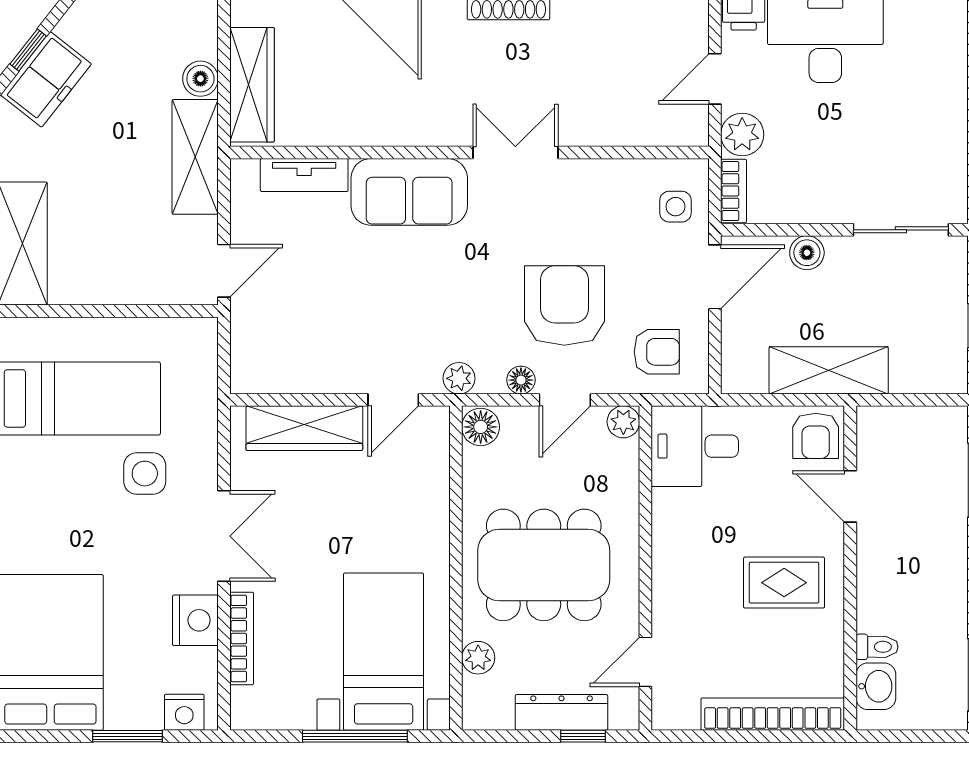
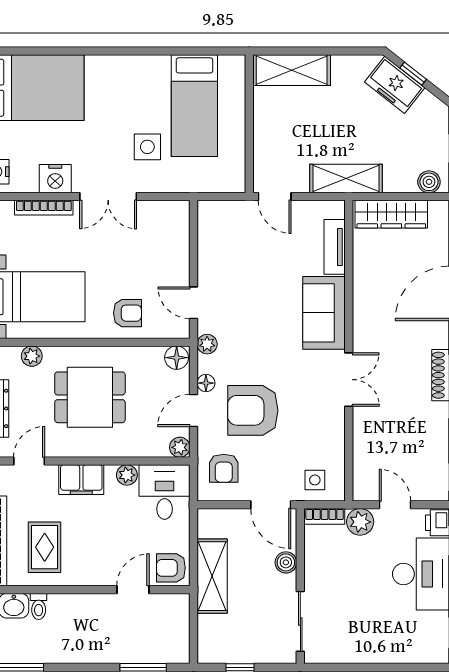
boiler: (200, 79) -> (429, 182), moved
armchair: (564, 305) -> (253, 410), turned 180
door: (565, 400) -> (194, 411), hinge flipped
wardrobe: (304, 428) -> (176, 247), removed
armchair: (410, 505) -> (127, 313), added
plant: (668, 506) -> (127, 475), added
dining table: (544, 565) -> (90, 397), width x0.73
filing cabinet: (675, 579) -> (81, 480), added
rug: (784, 583) -> (45, 547), moved
door: (645, 662) -> (29, 461), hinge flipped

